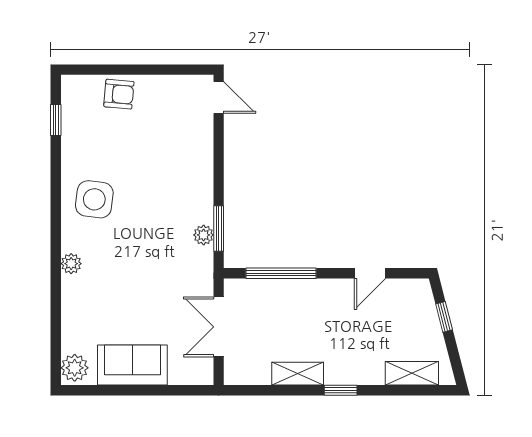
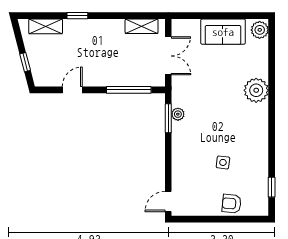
door: (219, 97) -> (168, 201), hinge flipped
side table: (94, 199) -> (223, 162), moved, width x0.54, depth x0.54
plant: (71, 264) -> (256, 90), width x1.88, depth x1.88
shelving: (298, 374) -> (142, 26), moved
window: (341, 390) -> (77, 16), moved

